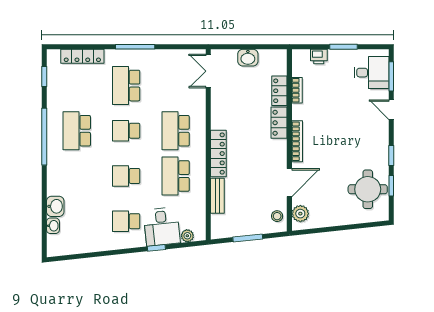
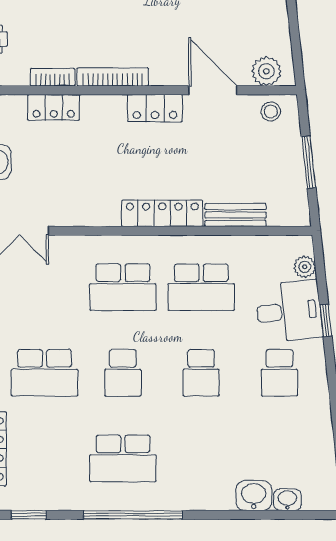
locker: (279, 123) -> (155, 108), moved
bookcase: (297, 141) -> (113, 77), moved

